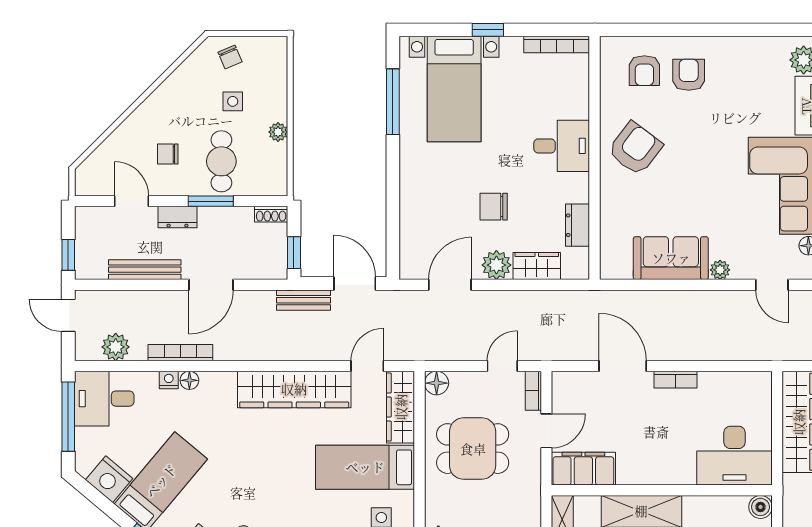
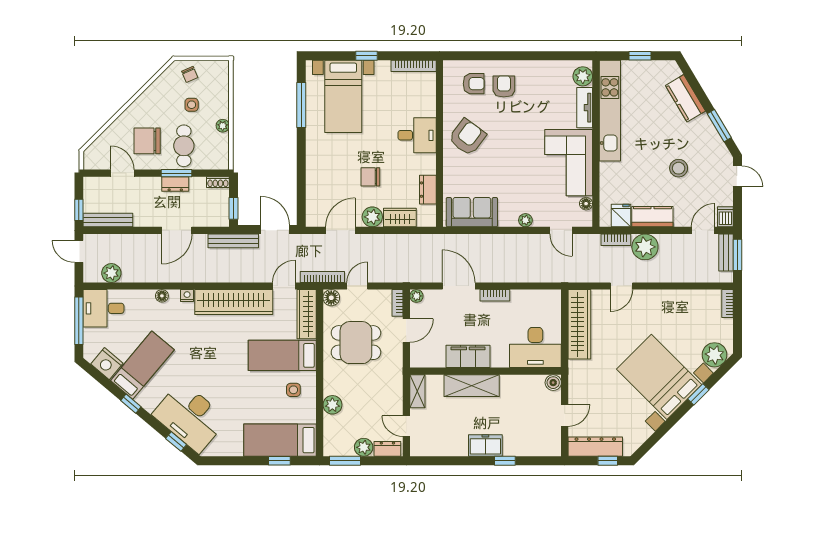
armchair: (644, 71) -> (474, 84), turned -90
chair: (168, 154) -> (147, 141), width x1.87, depth x1.87
dresser: (177, 217) -> (175, 184), moved
sofa: (671, 258) -> (472, 212), moved
bench: (145, 270) -> (108, 220), moved
bench: (303, 300) -> (233, 241), width x1.36
bookcase: (180, 353) -> (322, 277), moved
door: (502, 366) -> (357, 286), moved
nightstand: (169, 380) -> (187, 296), moved
plant: (561, 381) -> (416, 296), added
filing cabinet: (583, 469) -> (468, 356), moved

